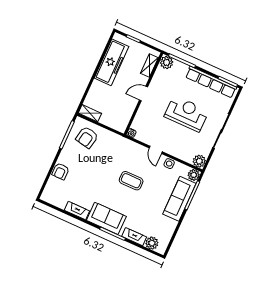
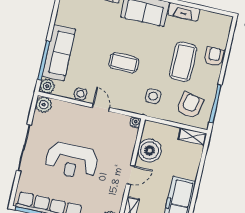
boiler: (125, 109) -> (150, 150), added
side table: (114, 150) -> (153, 96), added
coffee table: (85, 172) -> (183, 62), added

